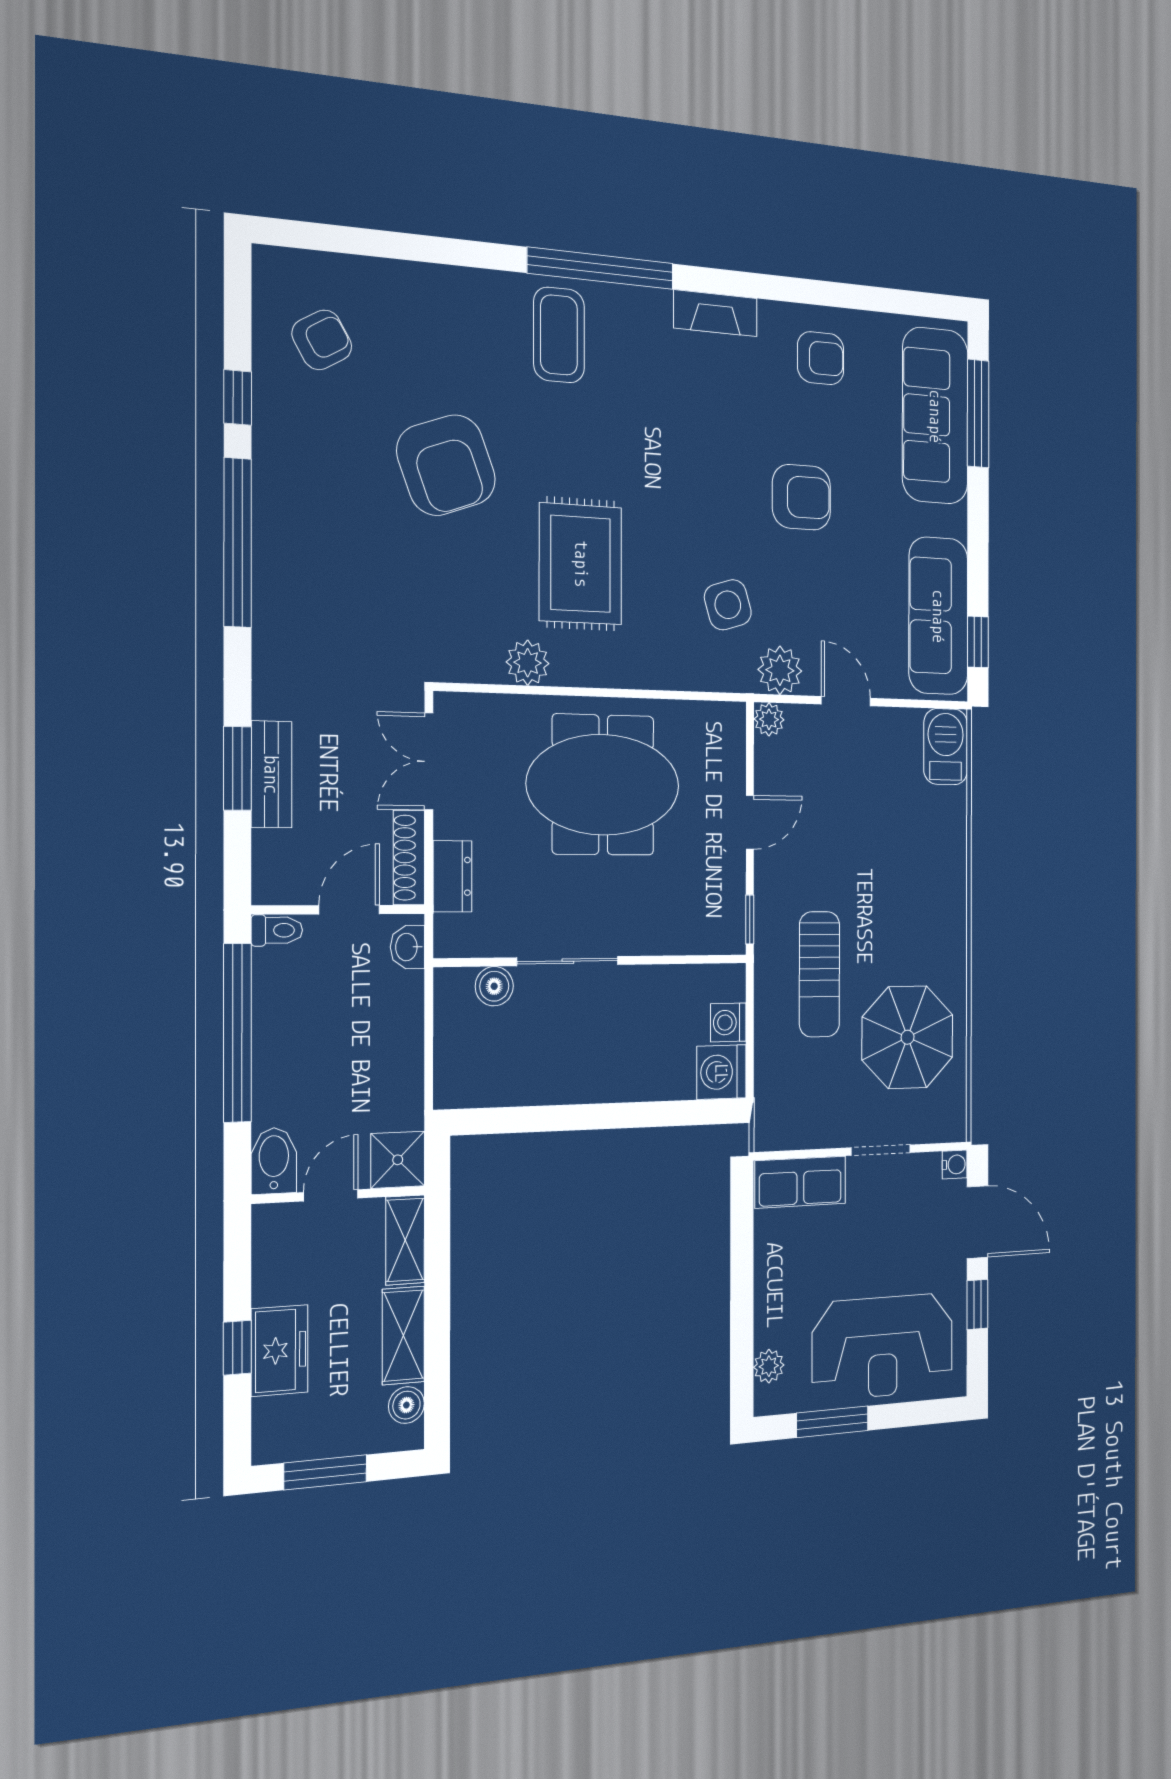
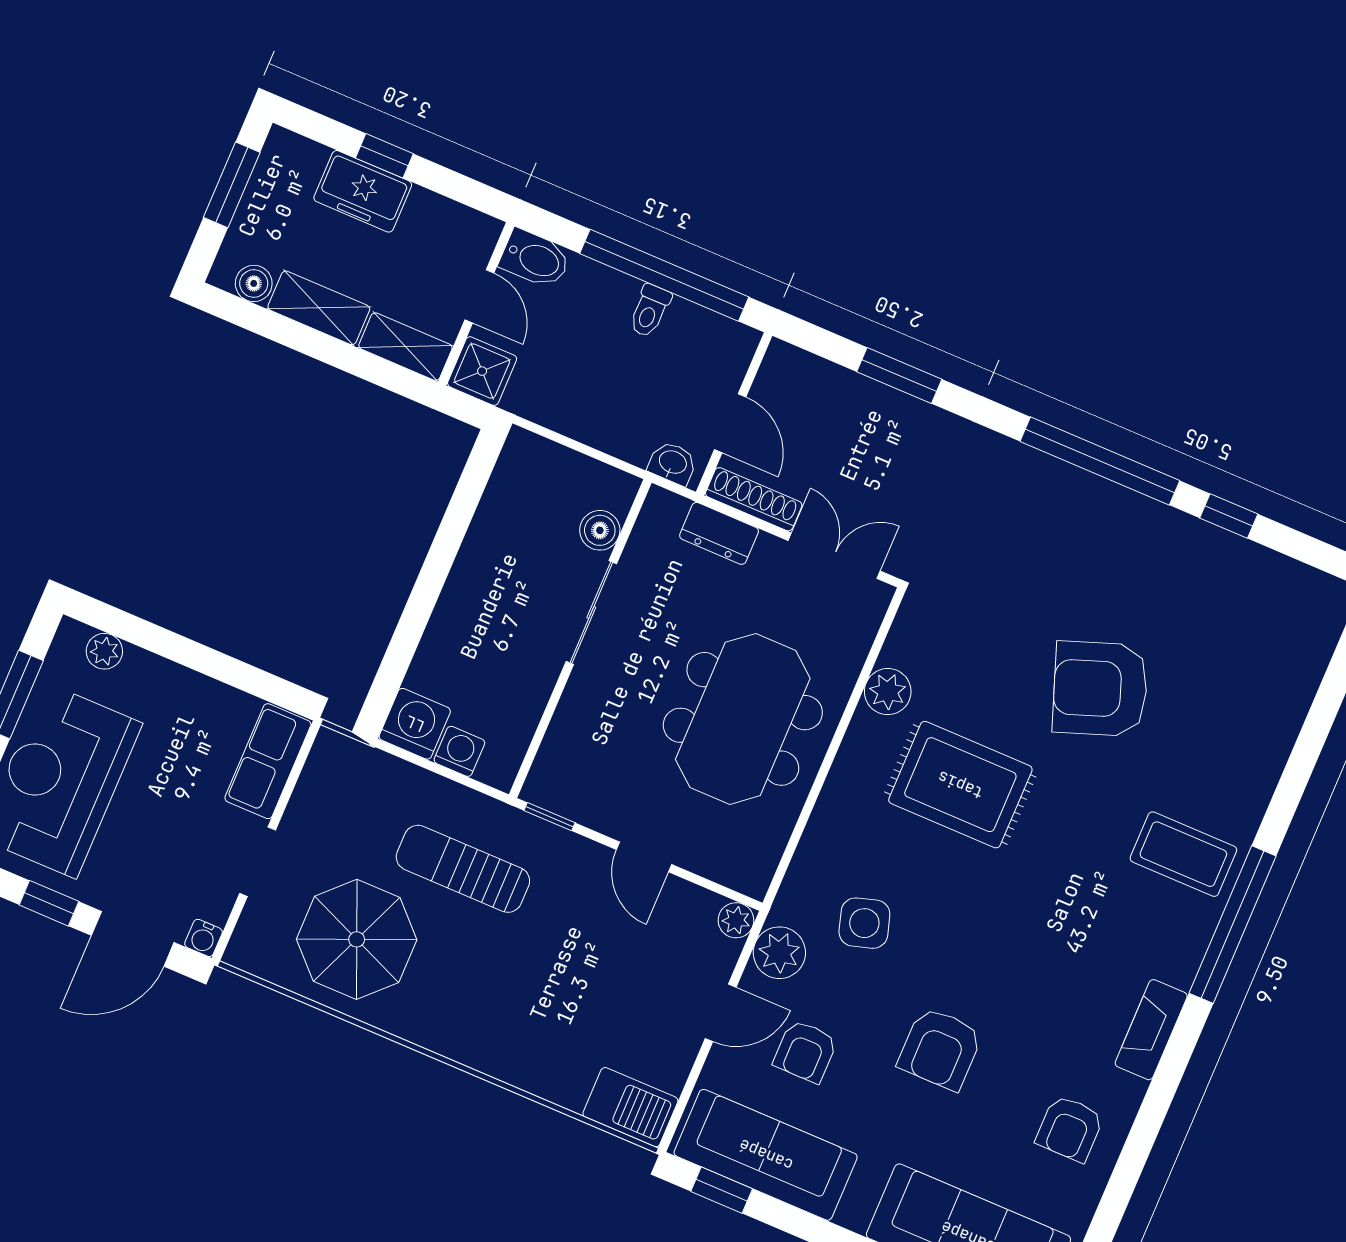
armchair: (322, 340) -> (805, 1051), moved, turned 30
bench: (271, 774) -> (882, 404), removed
toilet: (277, 930) -> (650, 311), moved

